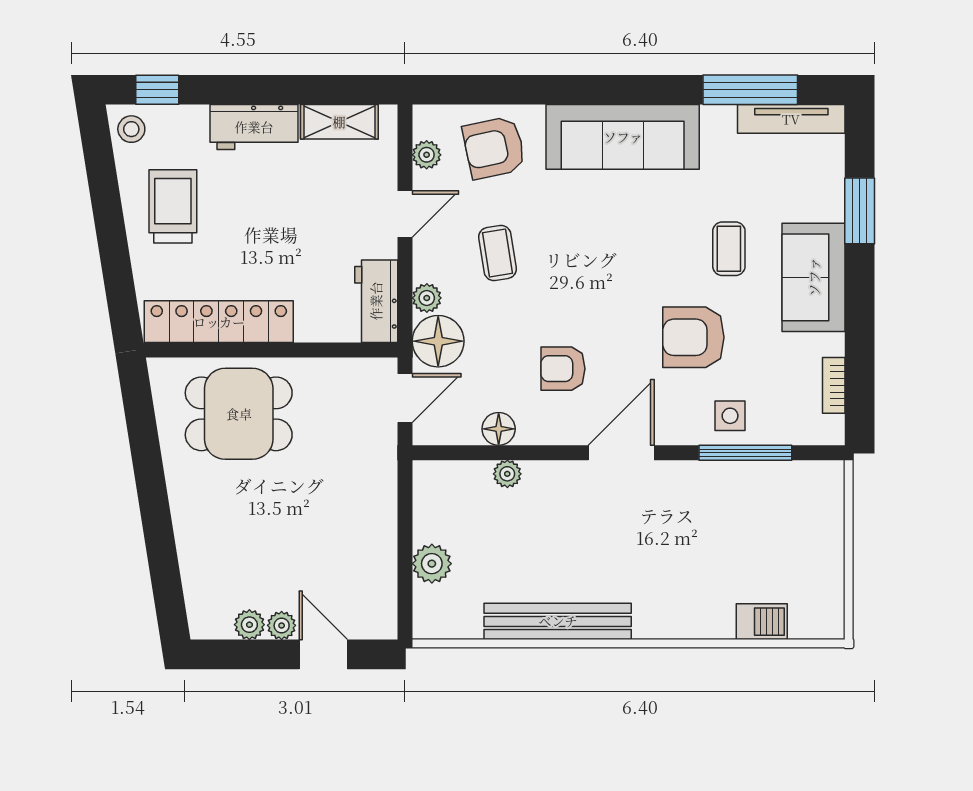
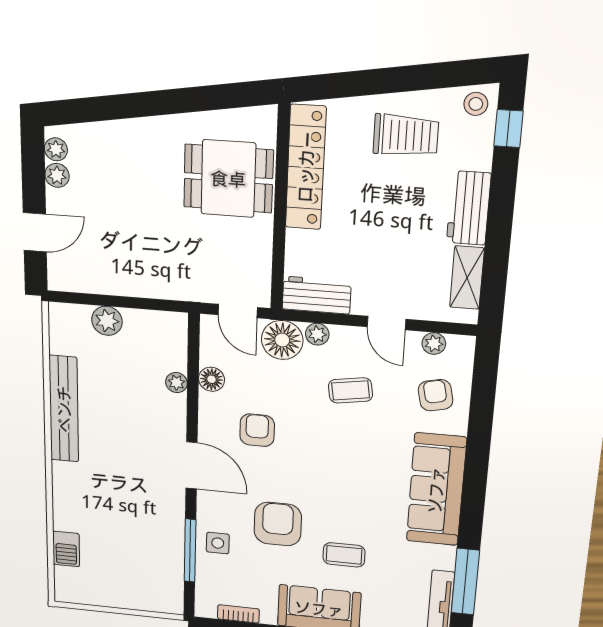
armchair: (494, 148) -> (435, 395), width x0.72, depth x0.72
dining table: (239, 414) -> (228, 179), turned 90
plant: (282, 625) -> (56, 149), moved

